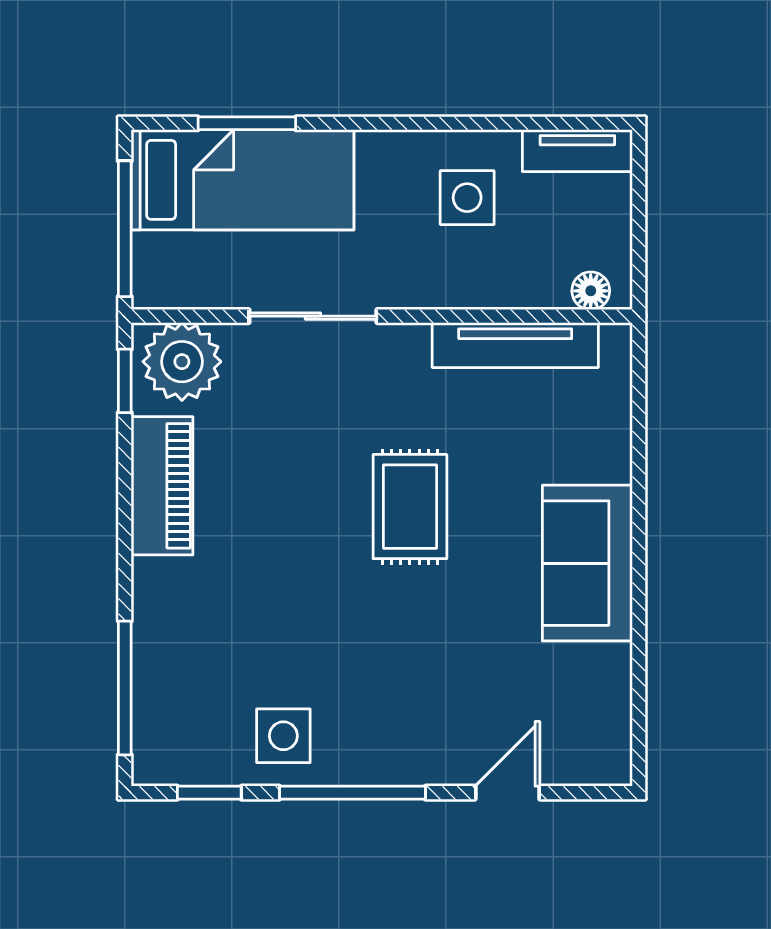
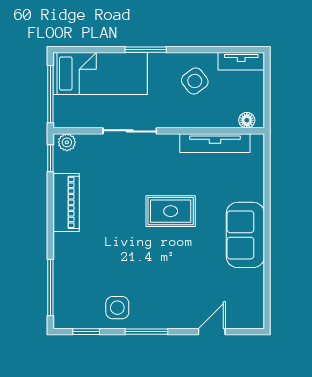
window: (247, 123) -> (146, 50), moved
side table: (467, 198) -> (195, 81), turned -37
plant: (182, 362) -> (67, 142), width x0.53, depth x0.53
rug: (410, 507) -> (171, 211), turned 90
window: (352, 793) -> (146, 332), width x0.69

